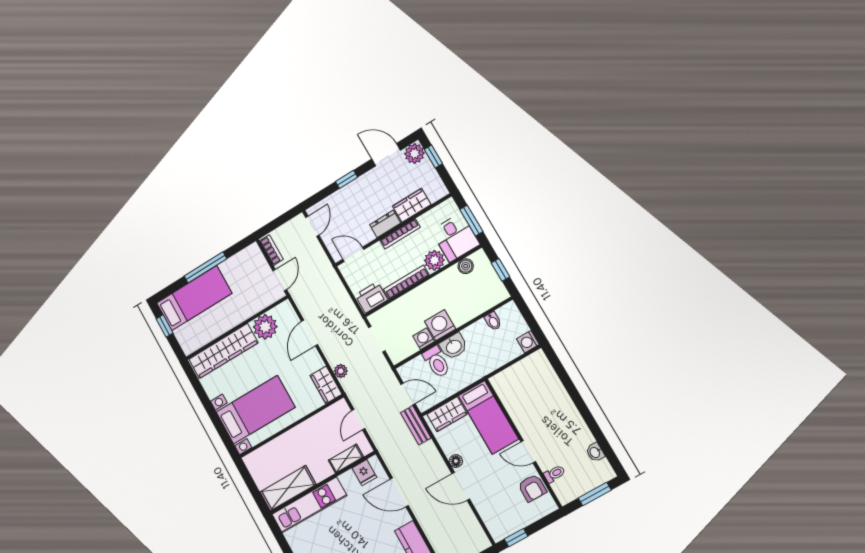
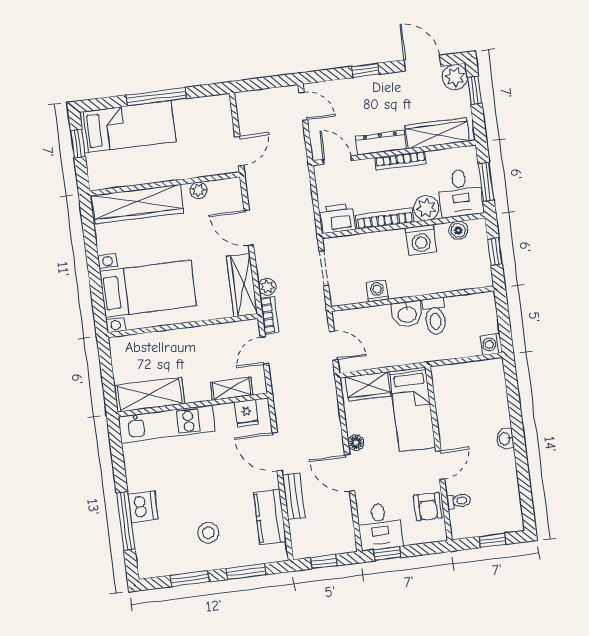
wardrobe: (412, 205) -> (437, 133), width x1.50
dresser: (385, 224) -> (381, 143), width x1.44
door: (312, 226) -> (303, 106), hinge flipped
bookcase: (271, 250) -> (270, 315), moved
bidet: (493, 321) -> (463, 305), removed
washing machine: (440, 325) -> (421, 240), moved, turned 180
plant: (265, 327) -> (199, 190), width x0.53, depth x0.53
door: (310, 333) -> (249, 228), hinge flipped
toilet: (437, 362) -> (435, 316), moved
wardrobe: (326, 385) -> (242, 285), width x1.50
bench: (416, 425) -> (294, 496), moved
door: (528, 452) -> (440, 465), swing flipped
washbasin: (595, 452) -> (505, 439), moved
window: (595, 494) -> (492, 540), width x0.67
desk: (501, 519) -> (380, 526), added

